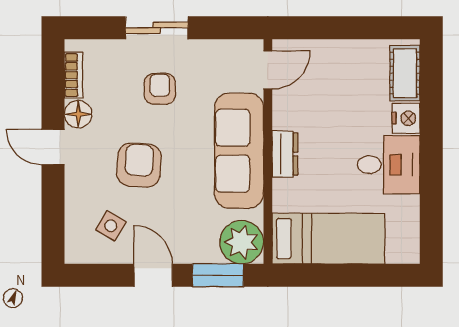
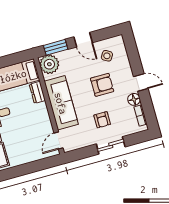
dresser: (285, 154) -> (37, 92), moved
armchair: (139, 165) -> (102, 85), turned -94

